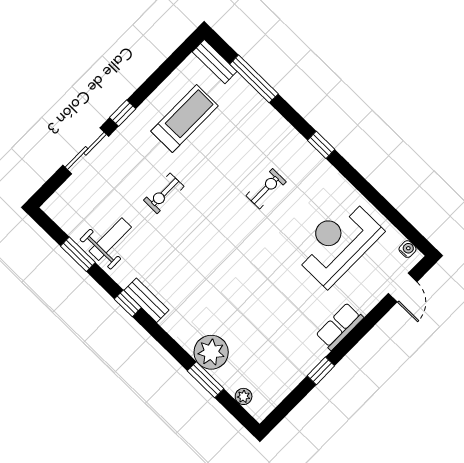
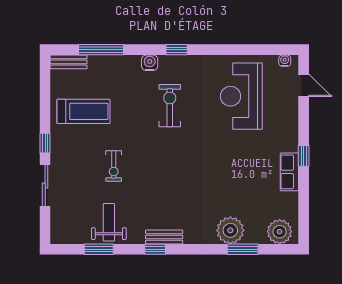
treadmill: (185, 119) -> (84, 111), turned 90
water cooler: (286, 133) -> (150, 63), added
exercise bike: (266, 189) -> (170, 106), width x1.38, depth x1.39
row of seats: (340, 326) -> (289, 172), moved
window: (321, 371) -> (304, 156), moved
plant: (244, 396) -> (280, 232), width x1.87, depth x1.87

